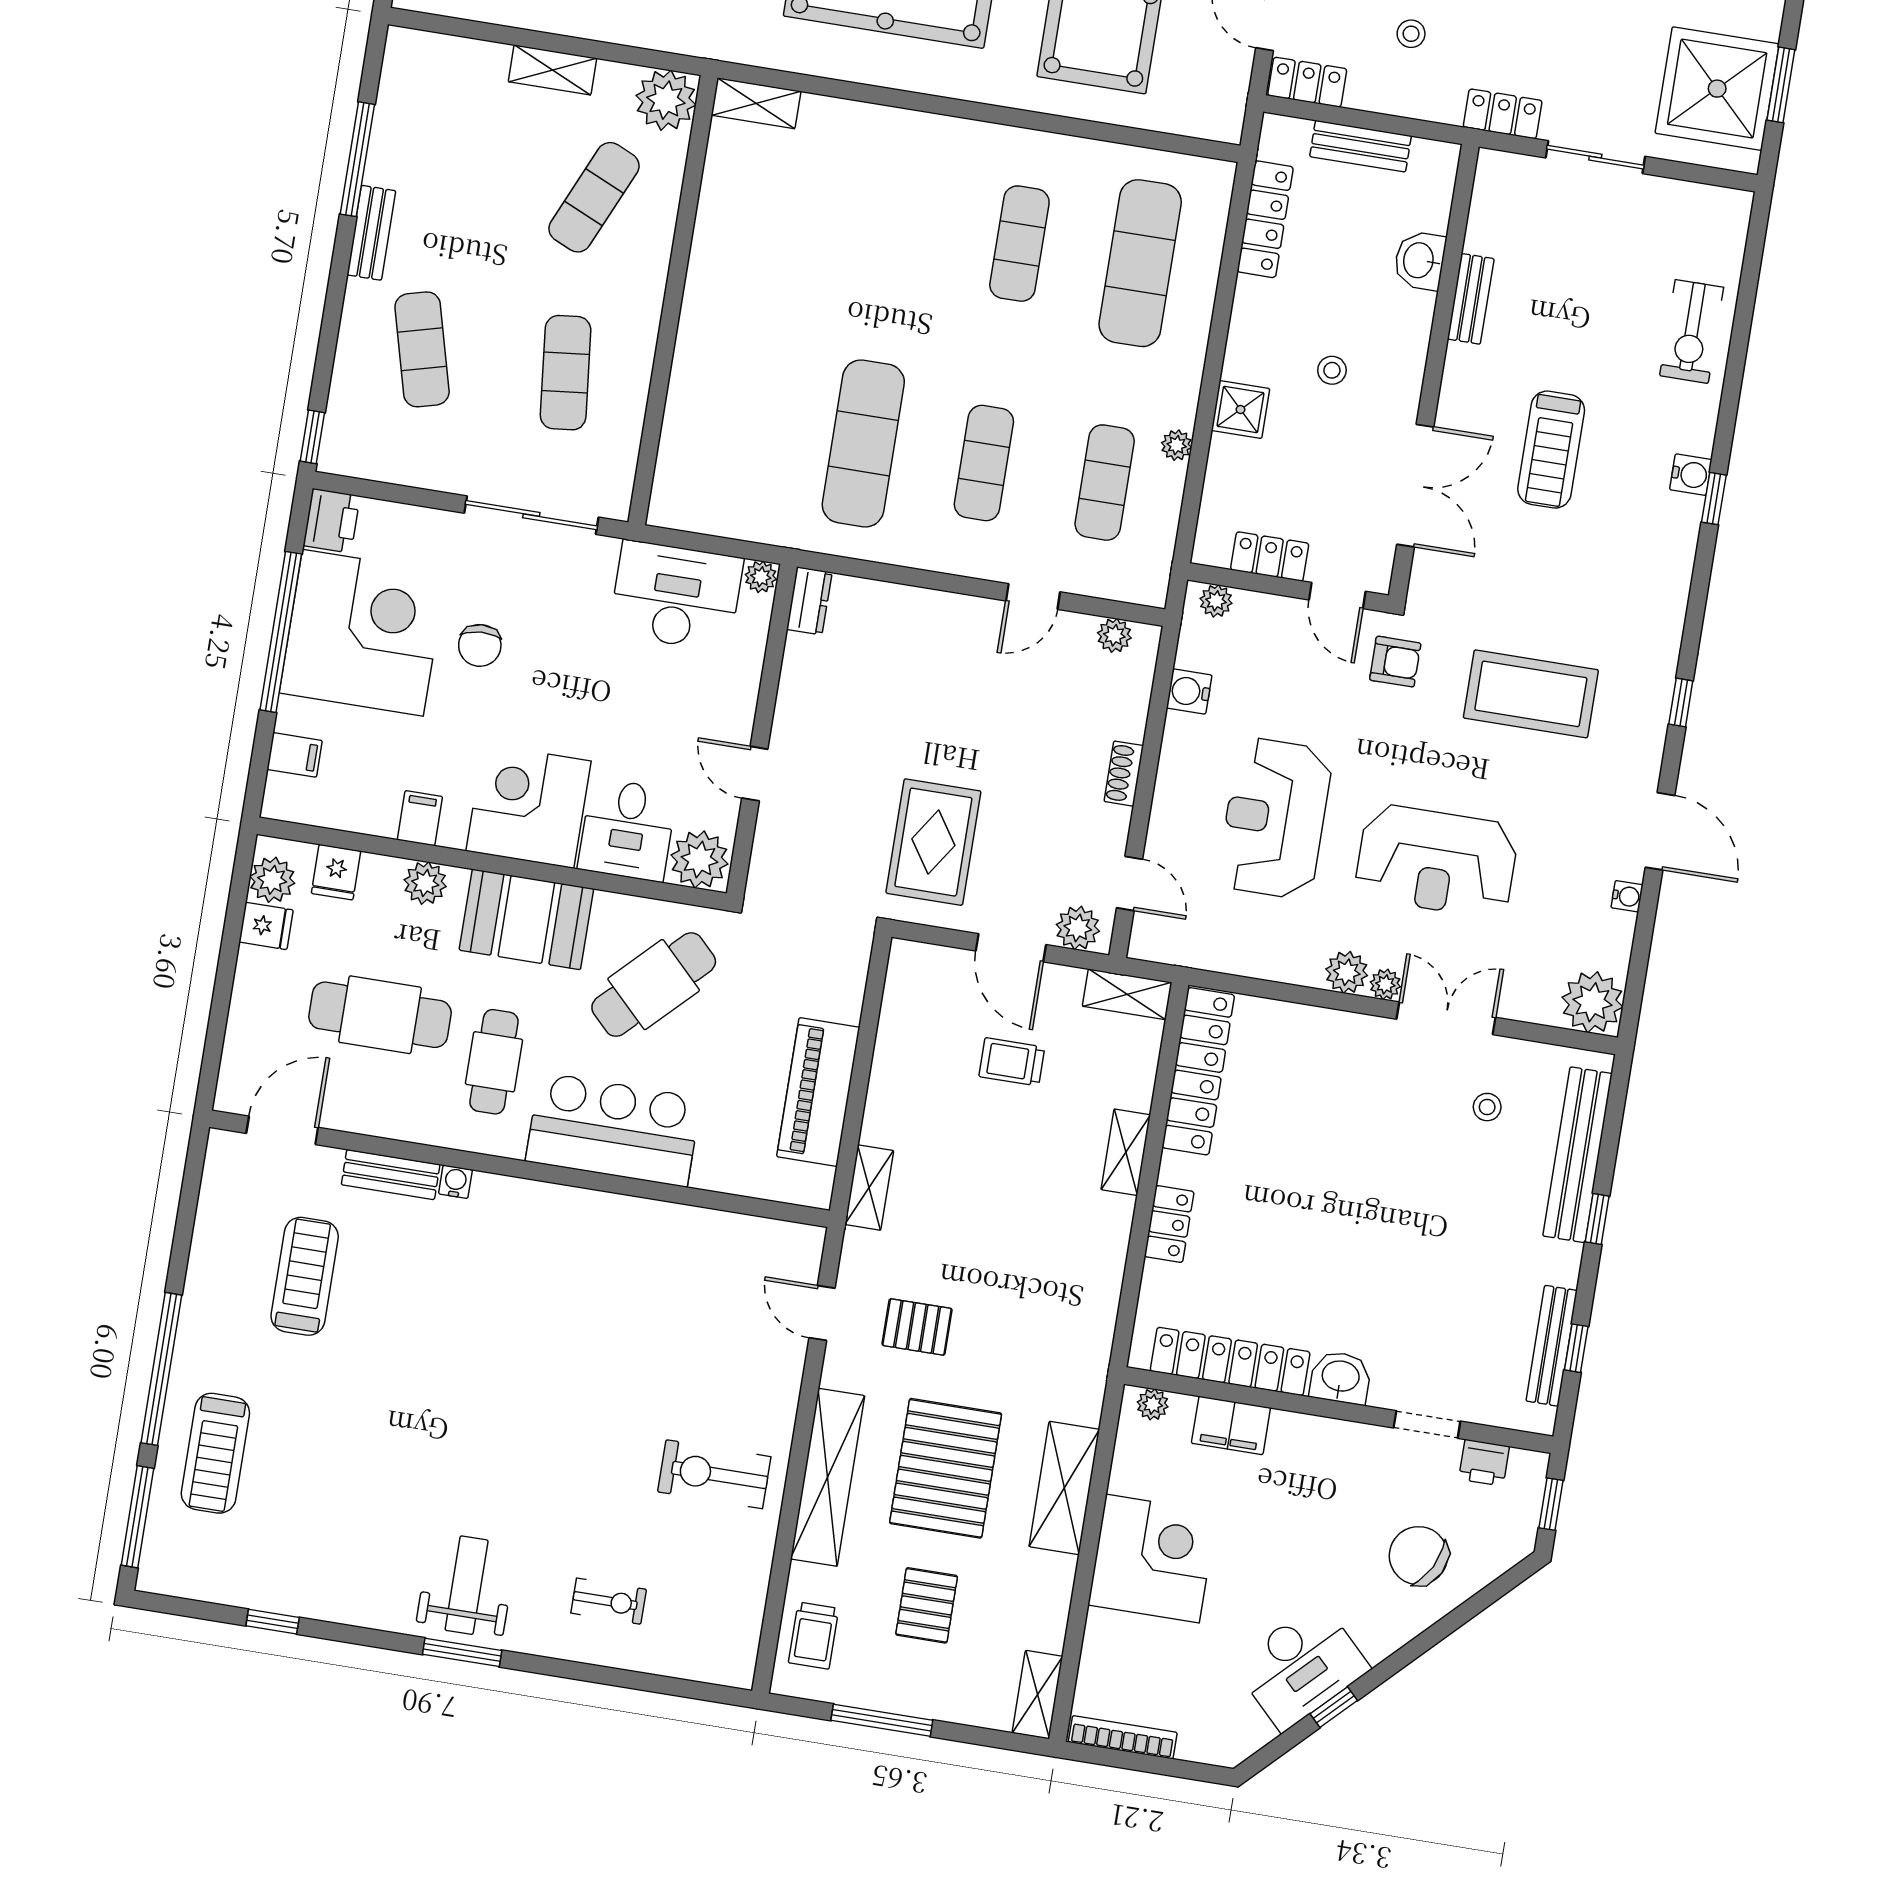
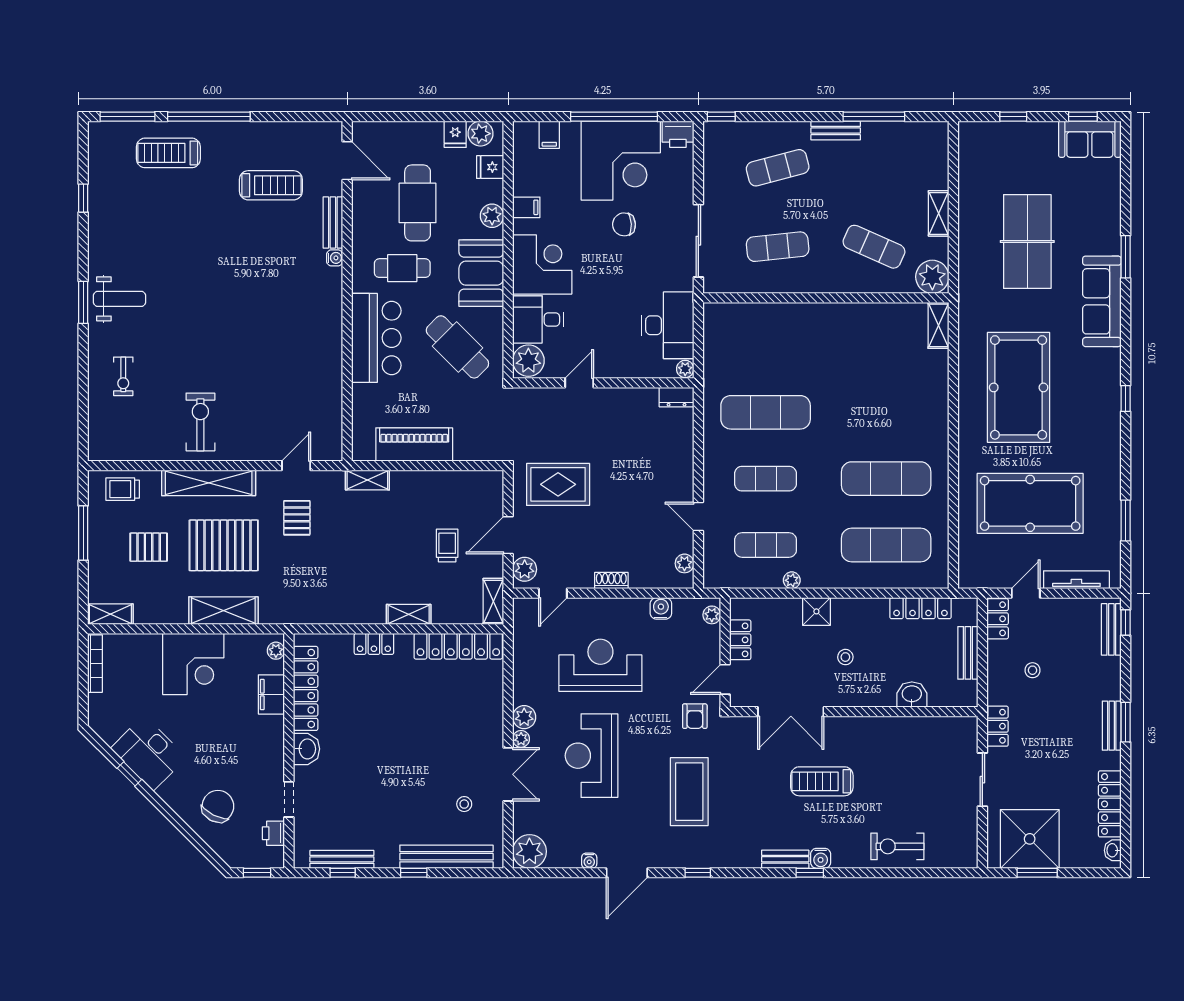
exercise mat: (1019, 244) -> (886, 479), width x1.36, depth x1.45
bench: (1471, 299) -> (785, 859), moved

